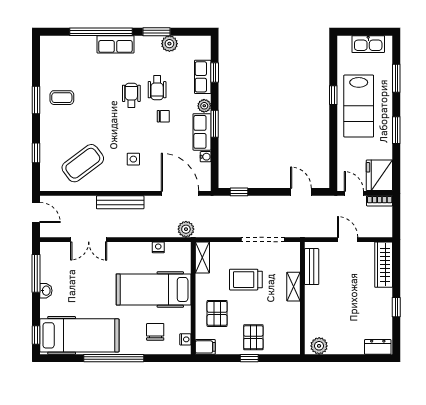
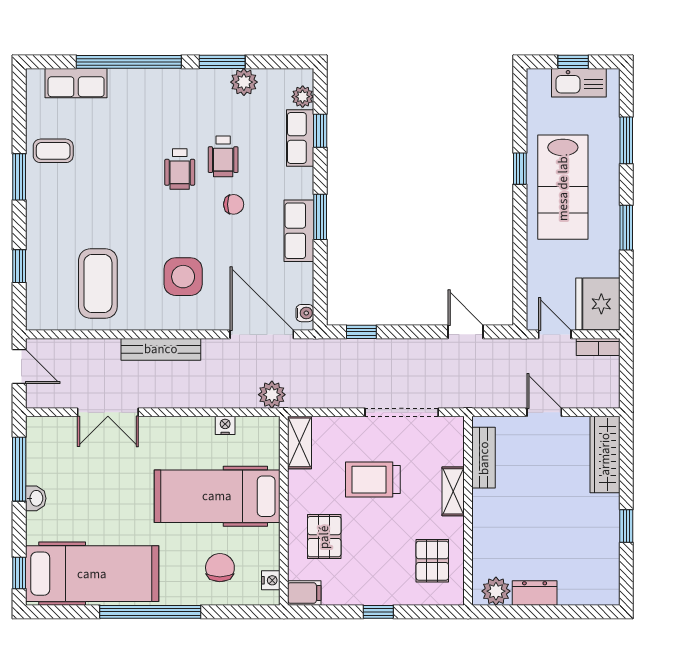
window: (365, 32) -> (573, 62), added
row of seats: (115, 44) -> (76, 83), moved
wheelchair: (131, 95) -> (180, 169), turned 180
coffee table: (62, 98) -> (53, 151), moved
plant: (204, 106) -> (303, 97), moved
water cooler: (206, 157) -> (305, 313), moved
side table: (133, 159) -> (183, 277), width x1.87, depth x1.87
coffee table: (83, 163) -> (98, 283), turned -53
pallet: (253, 337) -> (432, 561), moved
dresser: (378, 347) -> (535, 593), moved

